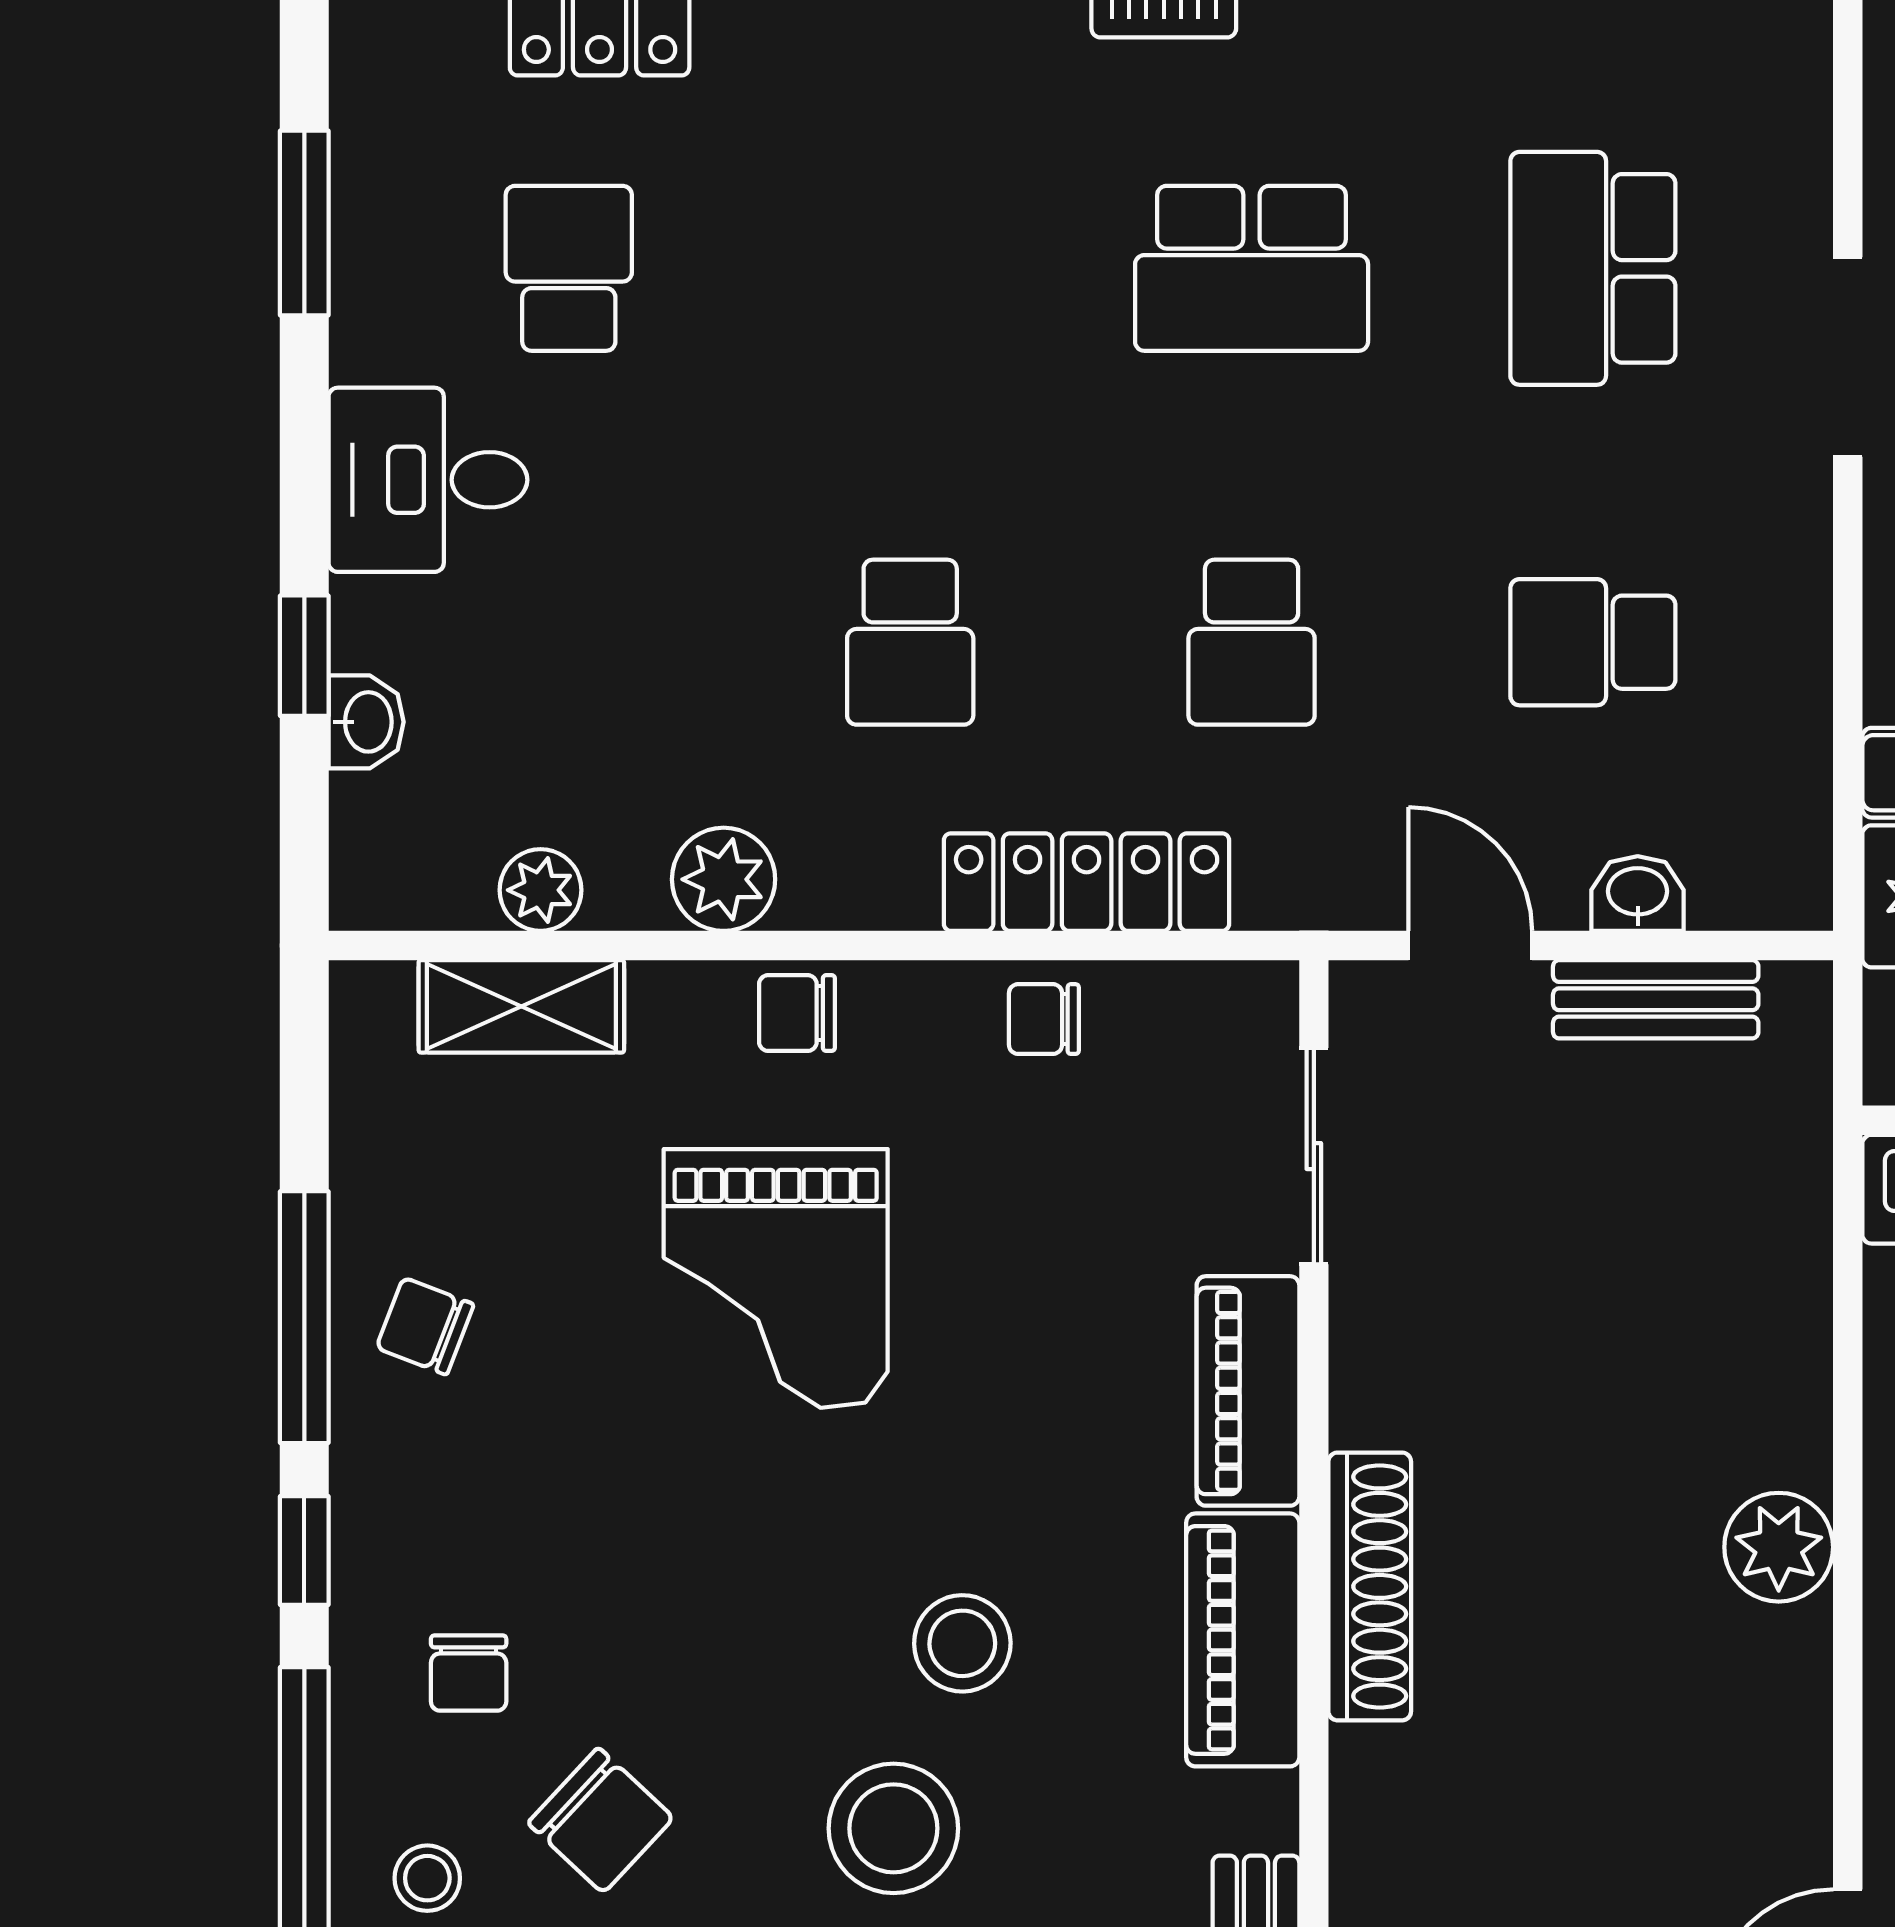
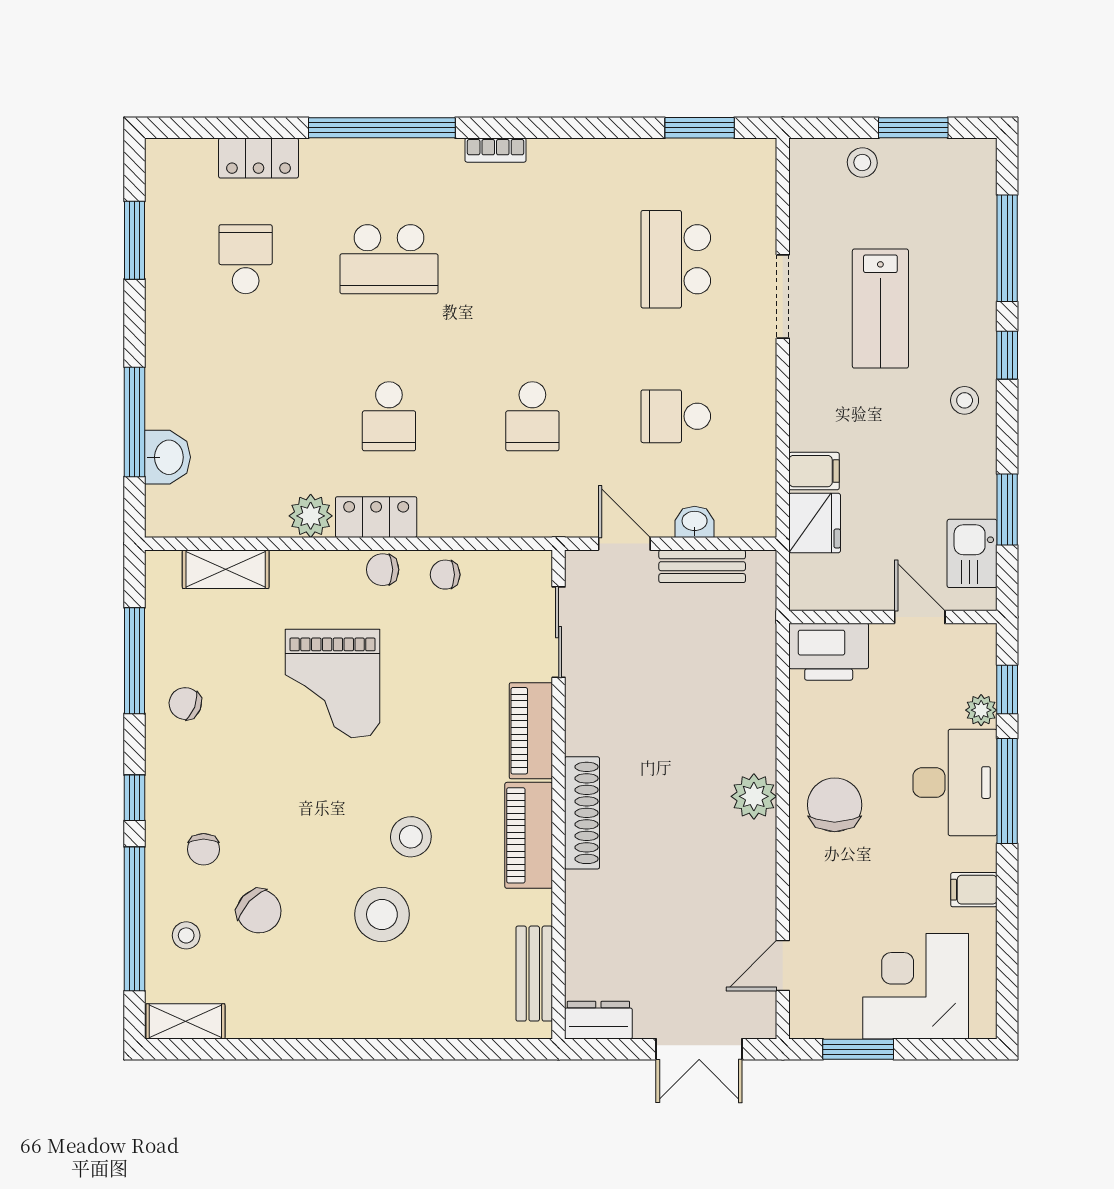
school desk: (1252, 268) -> (389, 259), moved
desk: (428, 480) -> (186, 348), removed
window: (304, 656) -> (134, 422), width x2.17
washbasin: (366, 722) -> (168, 457), width x1.38, depth x1.45
locker: (1087, 882) -> (376, 517), moved, width x0.66
plant: (541, 890) -> (234, 520), removed
chair: (797, 1013) -> (383, 570), moved
window: (304, 1317) -> (134, 661), moved

